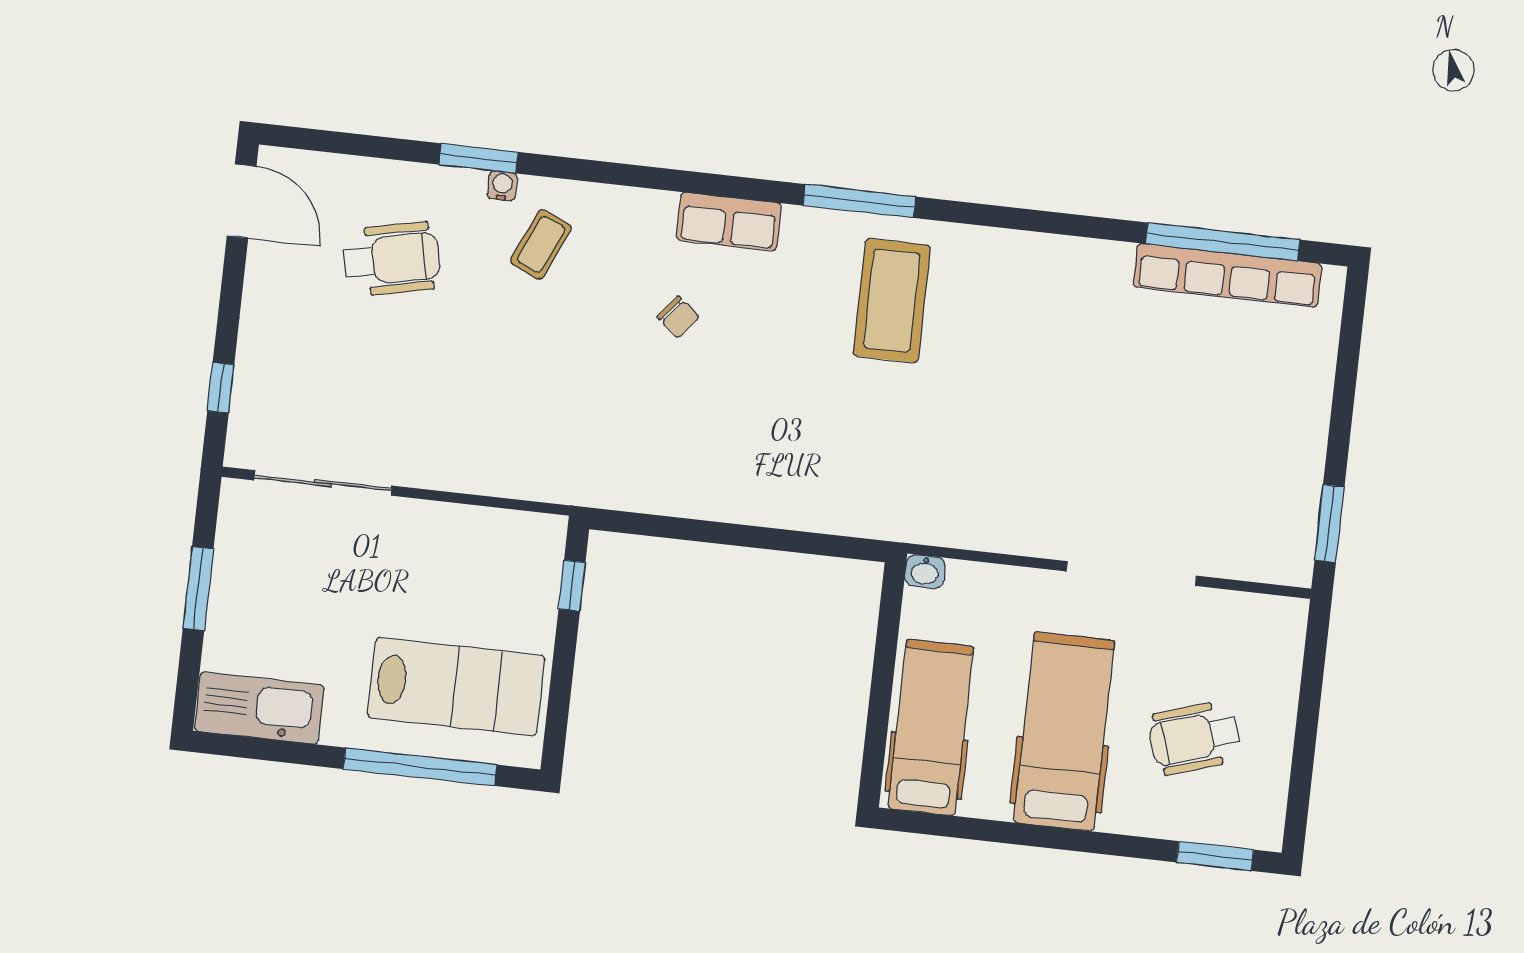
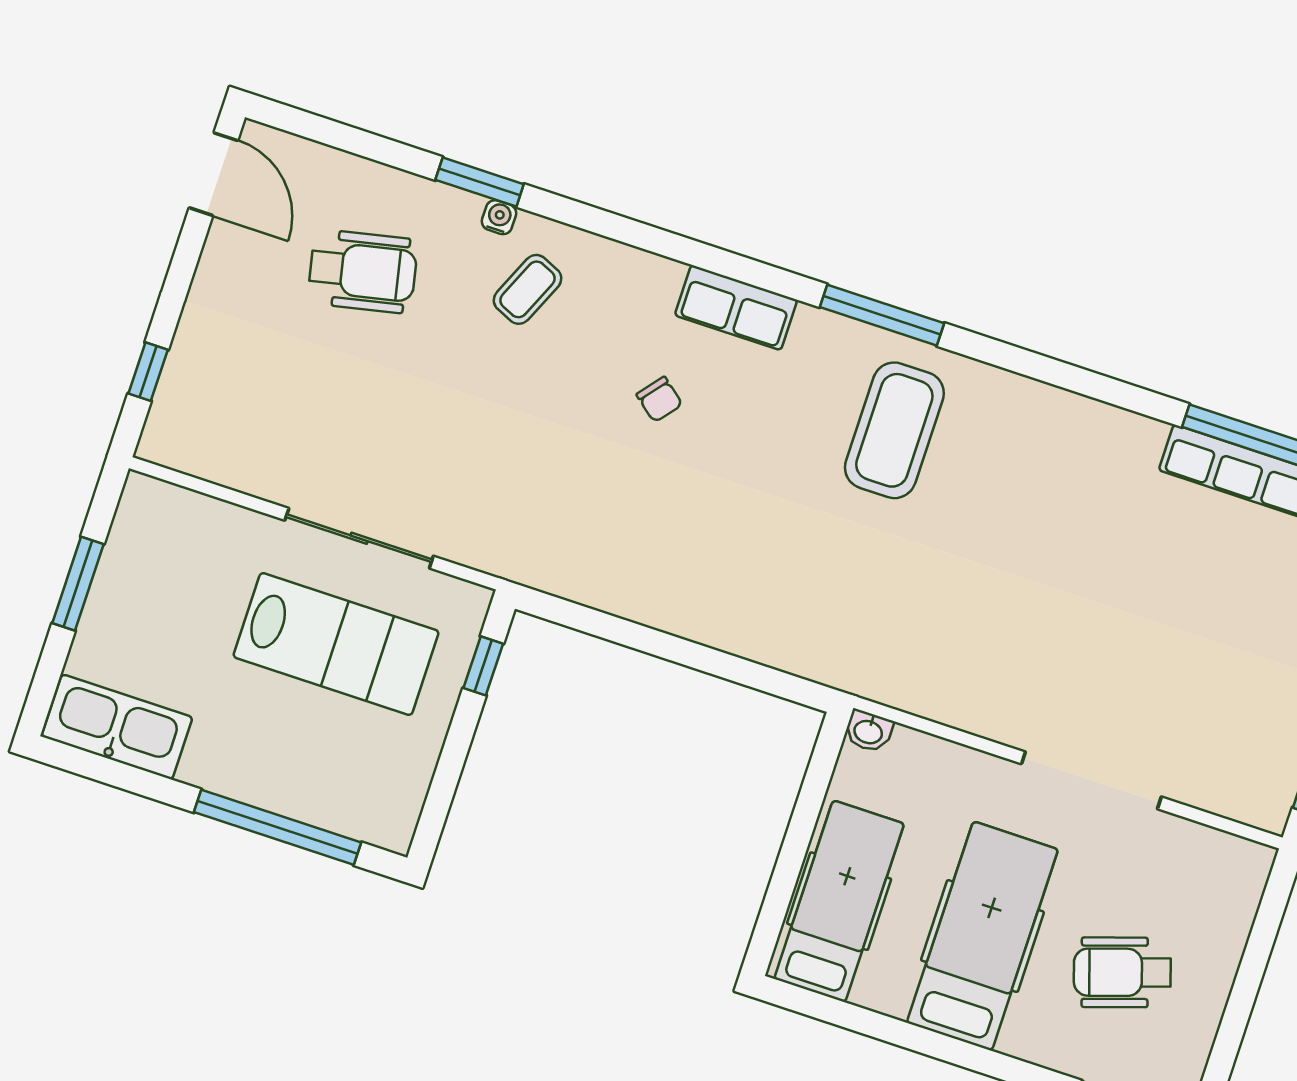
sliding door: (323, 483) -> (359, 538), moved
lab bench: (456, 687) -> (336, 644), moved

